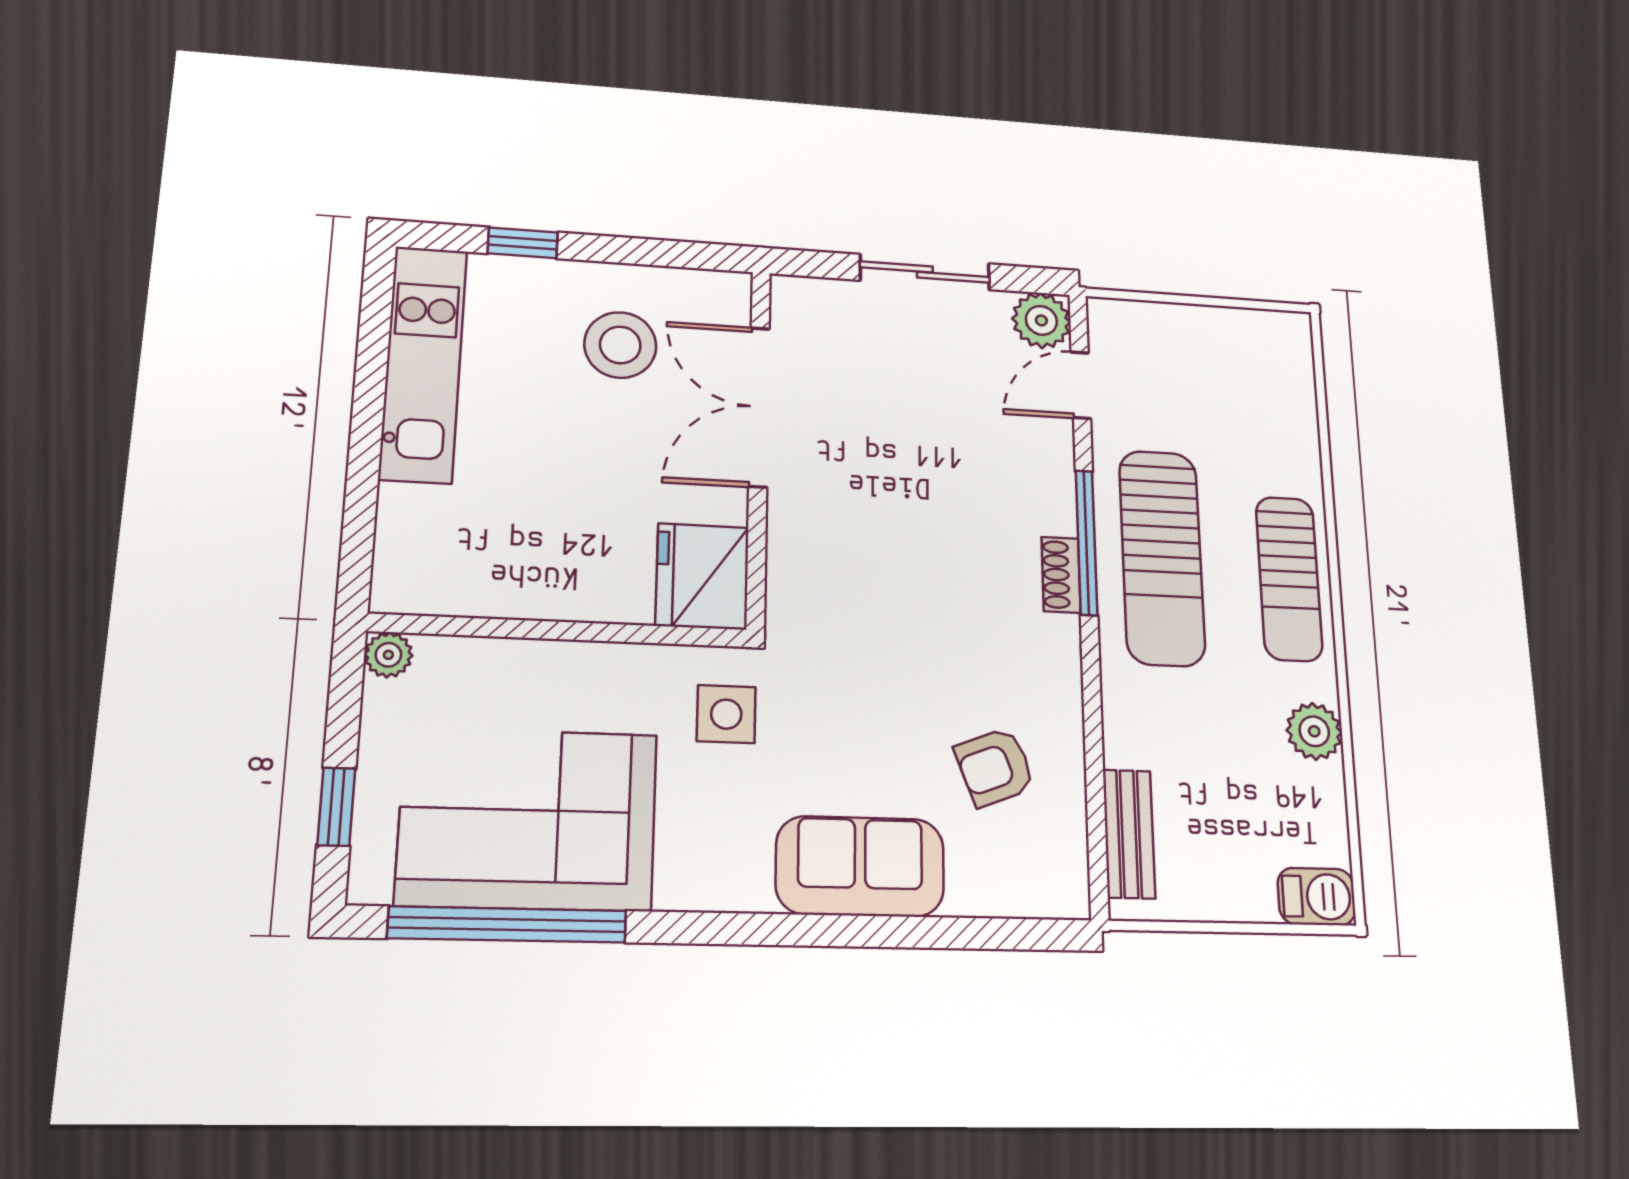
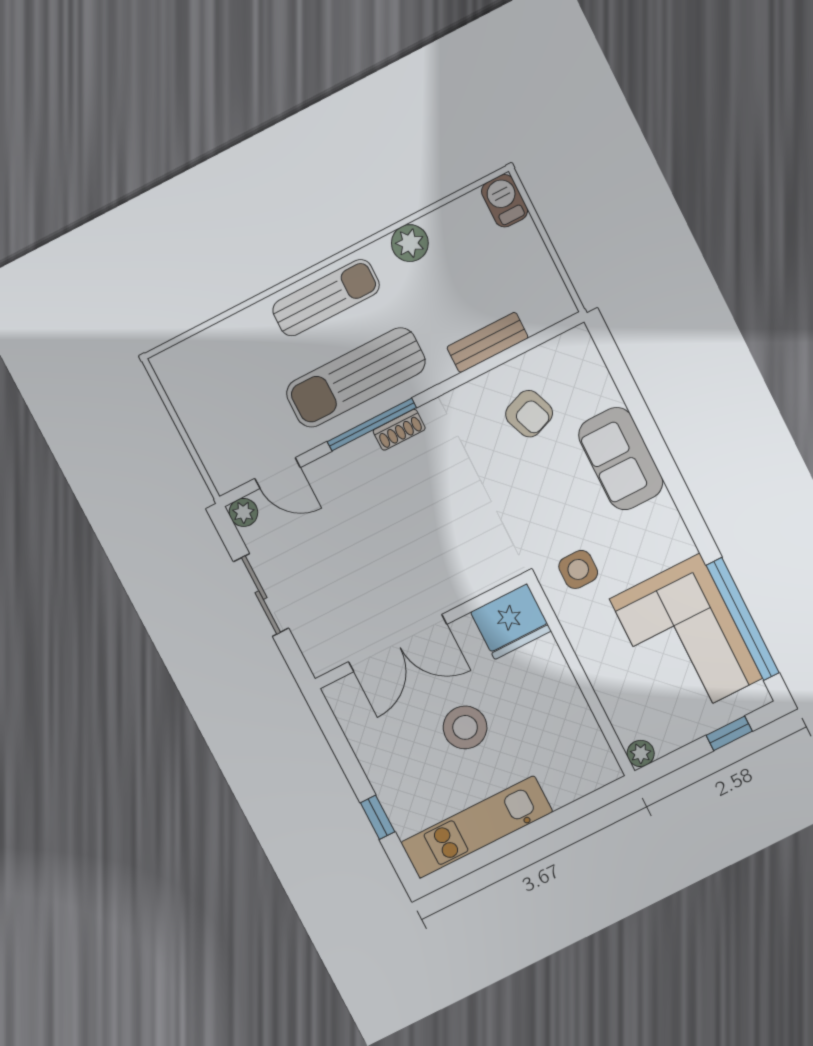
plant: (1041, 320) -> (243, 512), width x0.73, depth x0.73
stool: (620, 345) -> (465, 727), moved
sun lounger: (1162, 557) -> (356, 378), turned 180
bench: (1129, 834) -> (488, 342), moved

